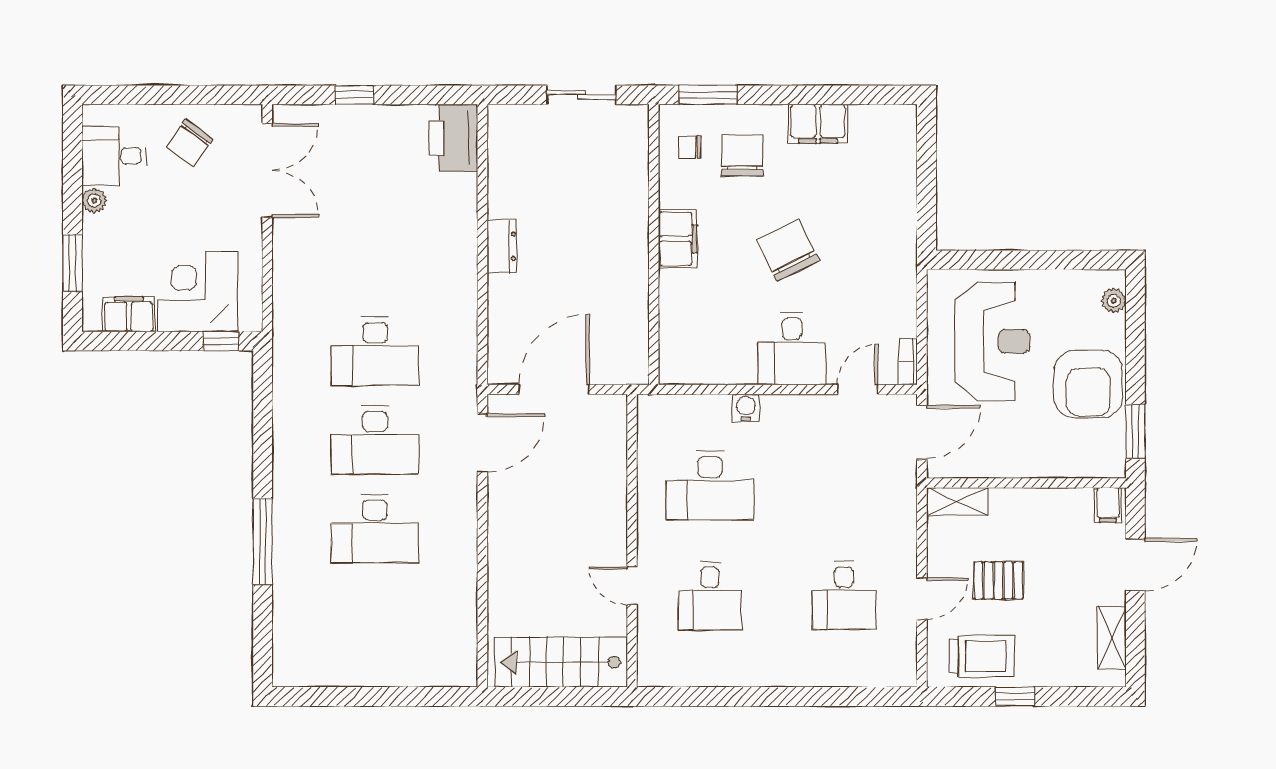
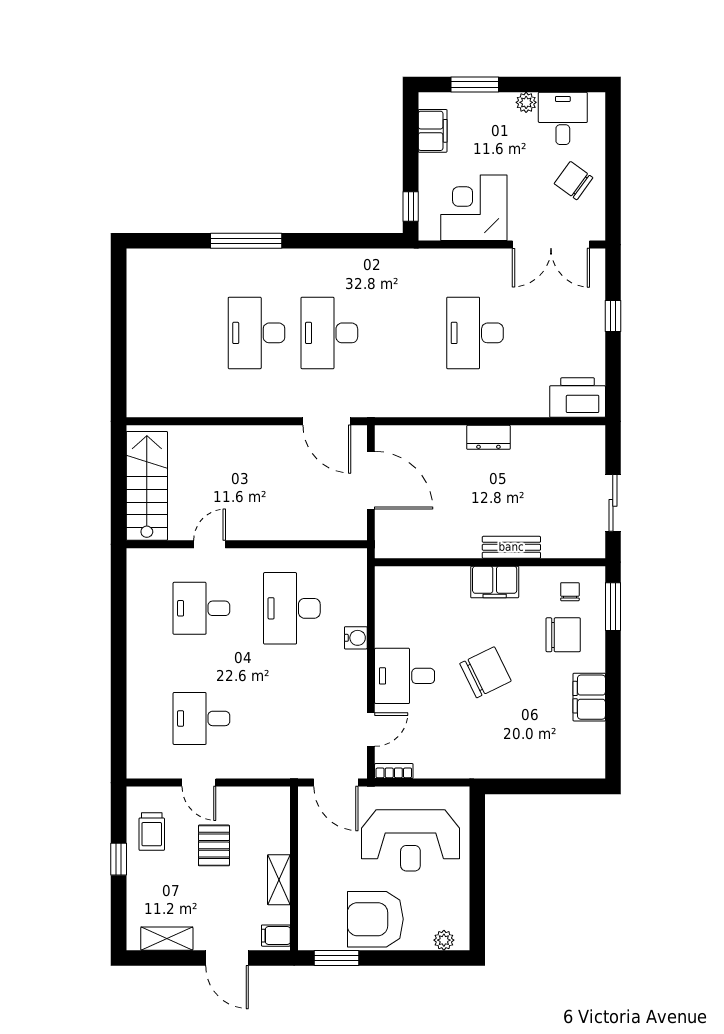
bench: (636, 218) -> (511, 547), added
corner desk: (198, 292) -> (474, 208), moved, turned -90
desk: (375, 351) -> (475, 333), moved
door: (857, 389) -> (371, 730), hinge flipped
shelving: (957, 501) -> (279, 880), moved
trolley: (981, 656) -> (152, 831), width x0.73, depth x0.72

